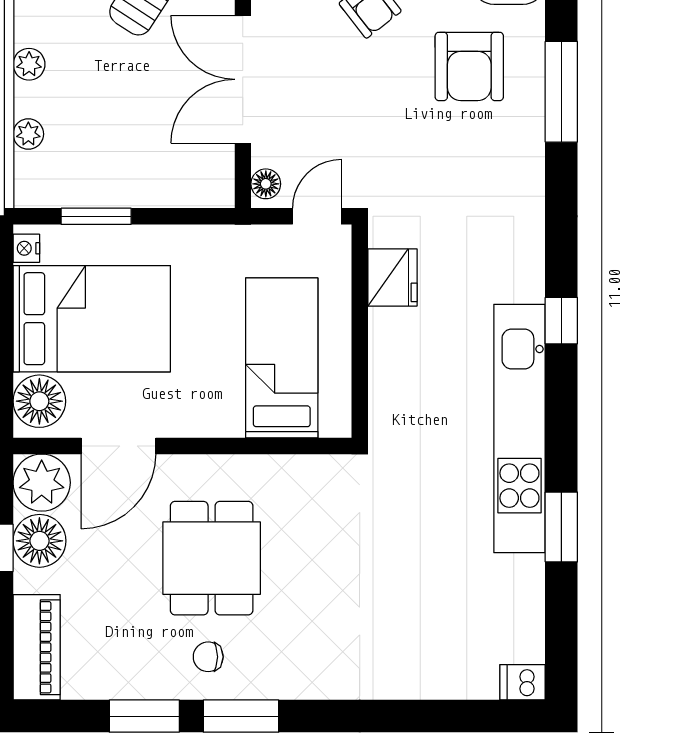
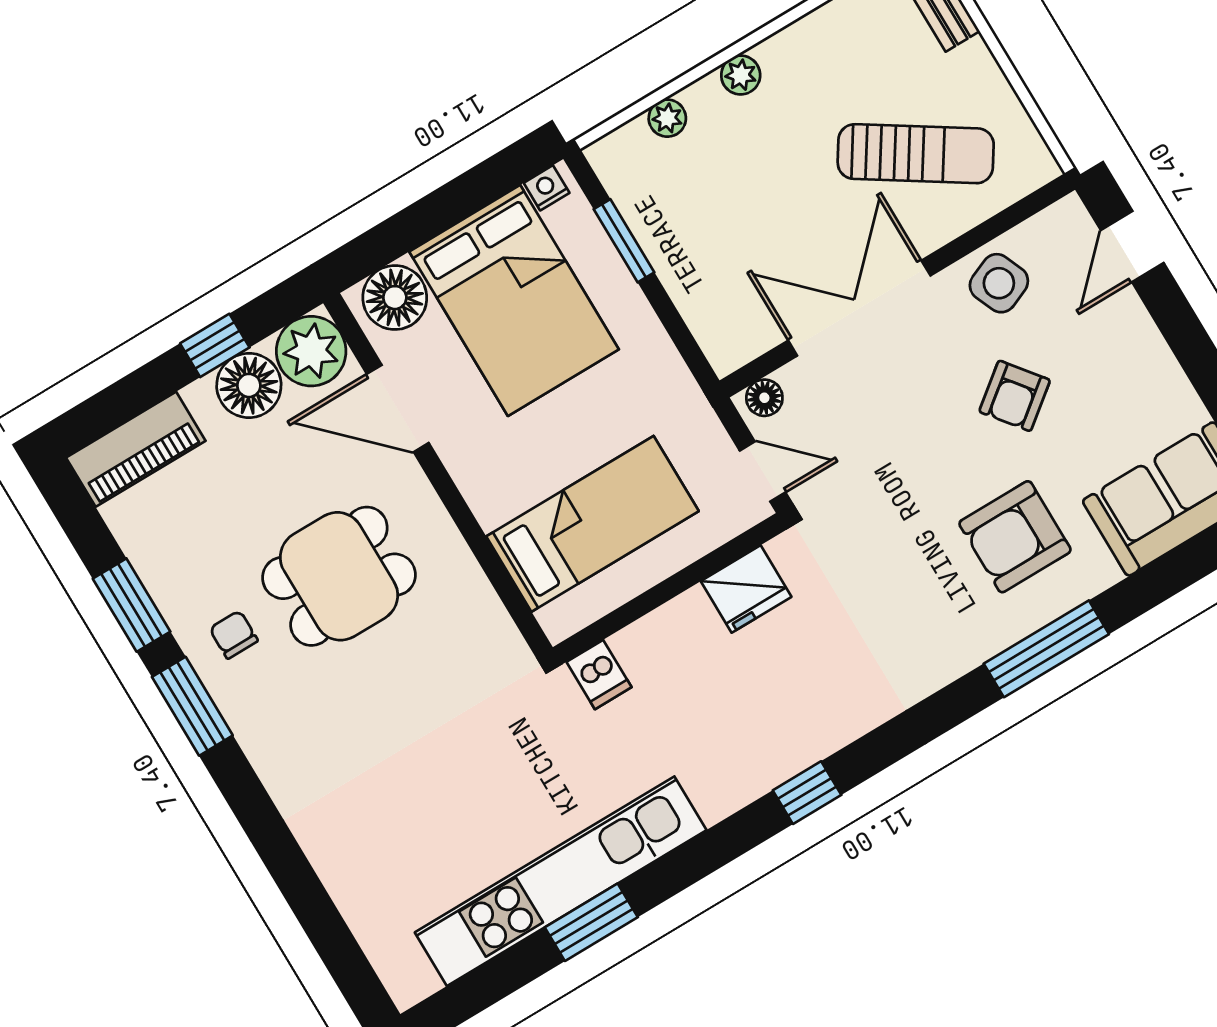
kitchen unit: (519, 428) -> (561, 881), moved
dishwasher: (522, 682) -> (599, 675), moved, turned 180

